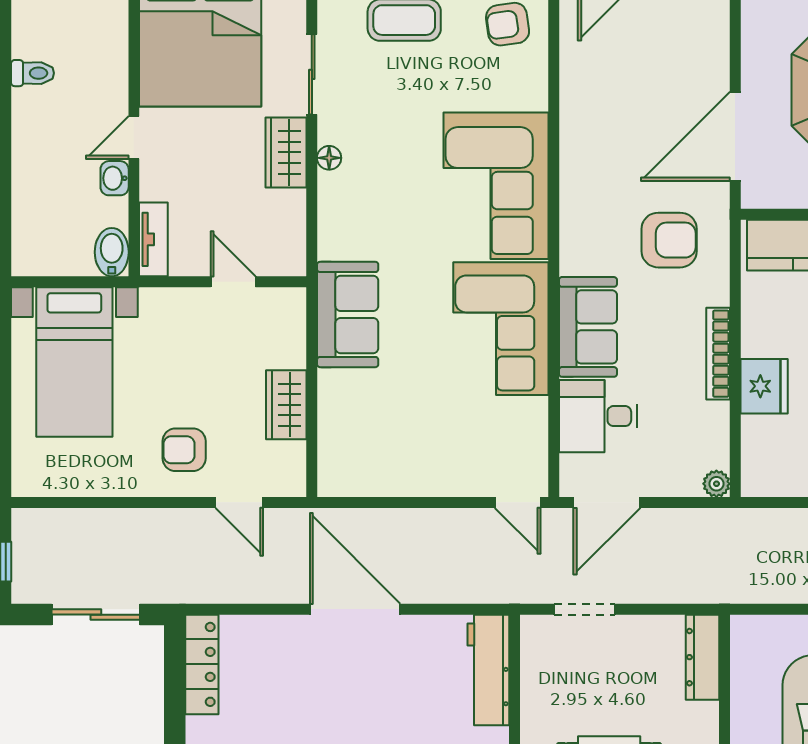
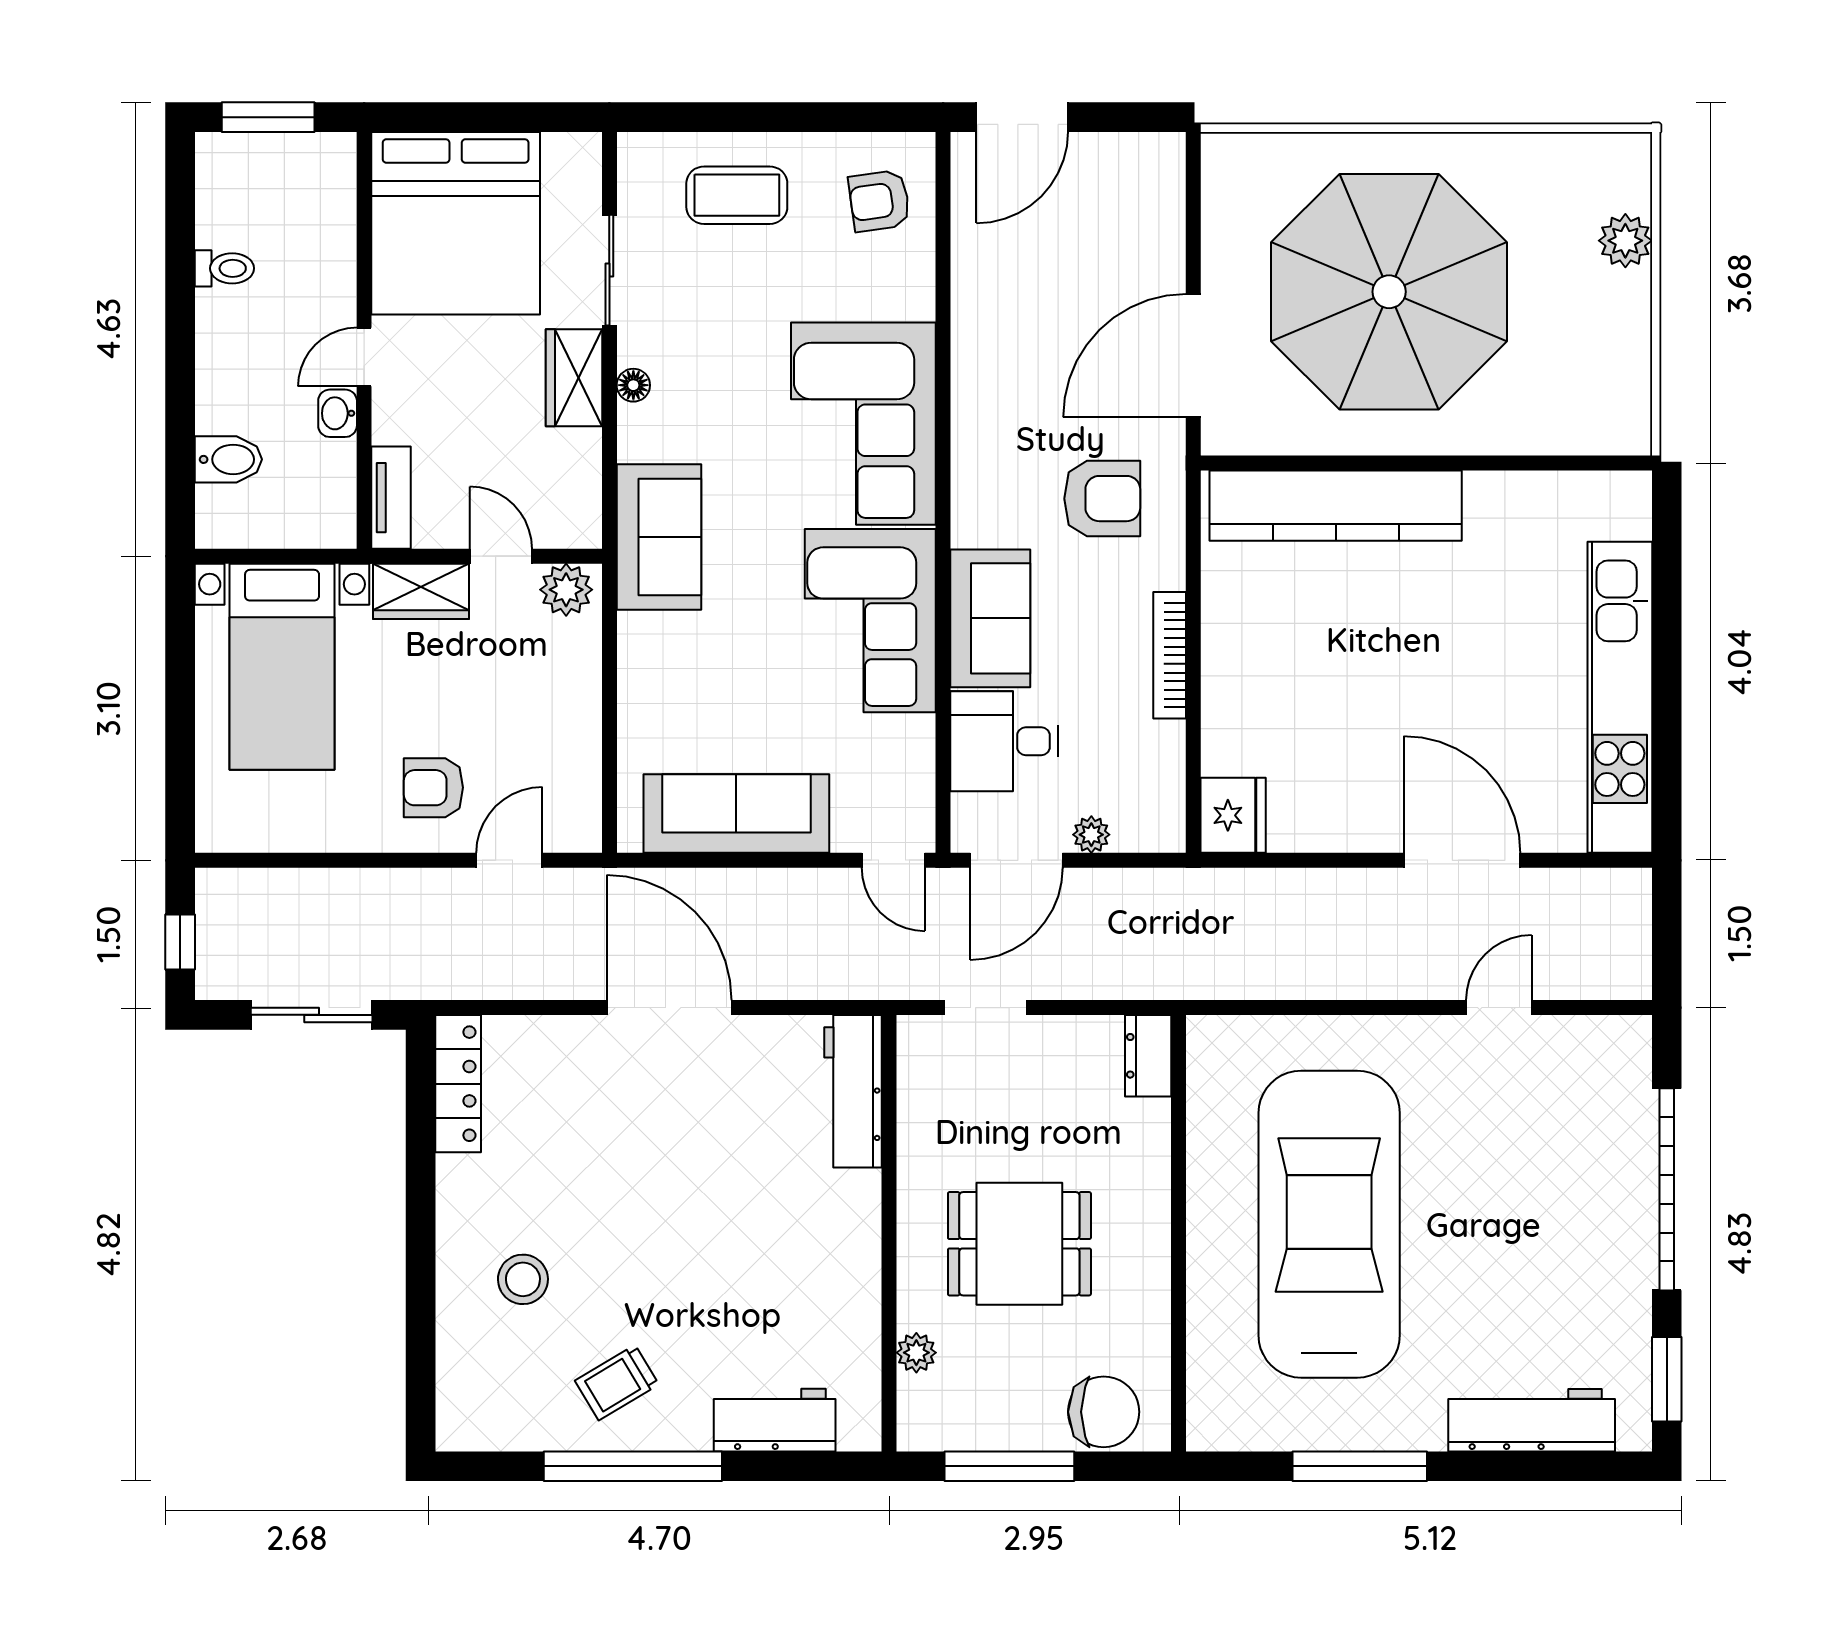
bidet: (112, 252) -> (228, 459), moved, turned 90
plant: (280, 306) -> (566, 590), added
sofa: (348, 314) -> (659, 537), moved
fridge: (764, 386) -> (1233, 815), moved
wardrobe: (286, 405) -> (421, 591), moved, turned -90
sofa: (404, 469) -> (736, 814), added
plant: (716, 484) -> (1091, 835), moved
door: (239, 502) -> (509, 860), swing flipped
dresser: (702, 657) -> (1148, 1056), width x0.70

